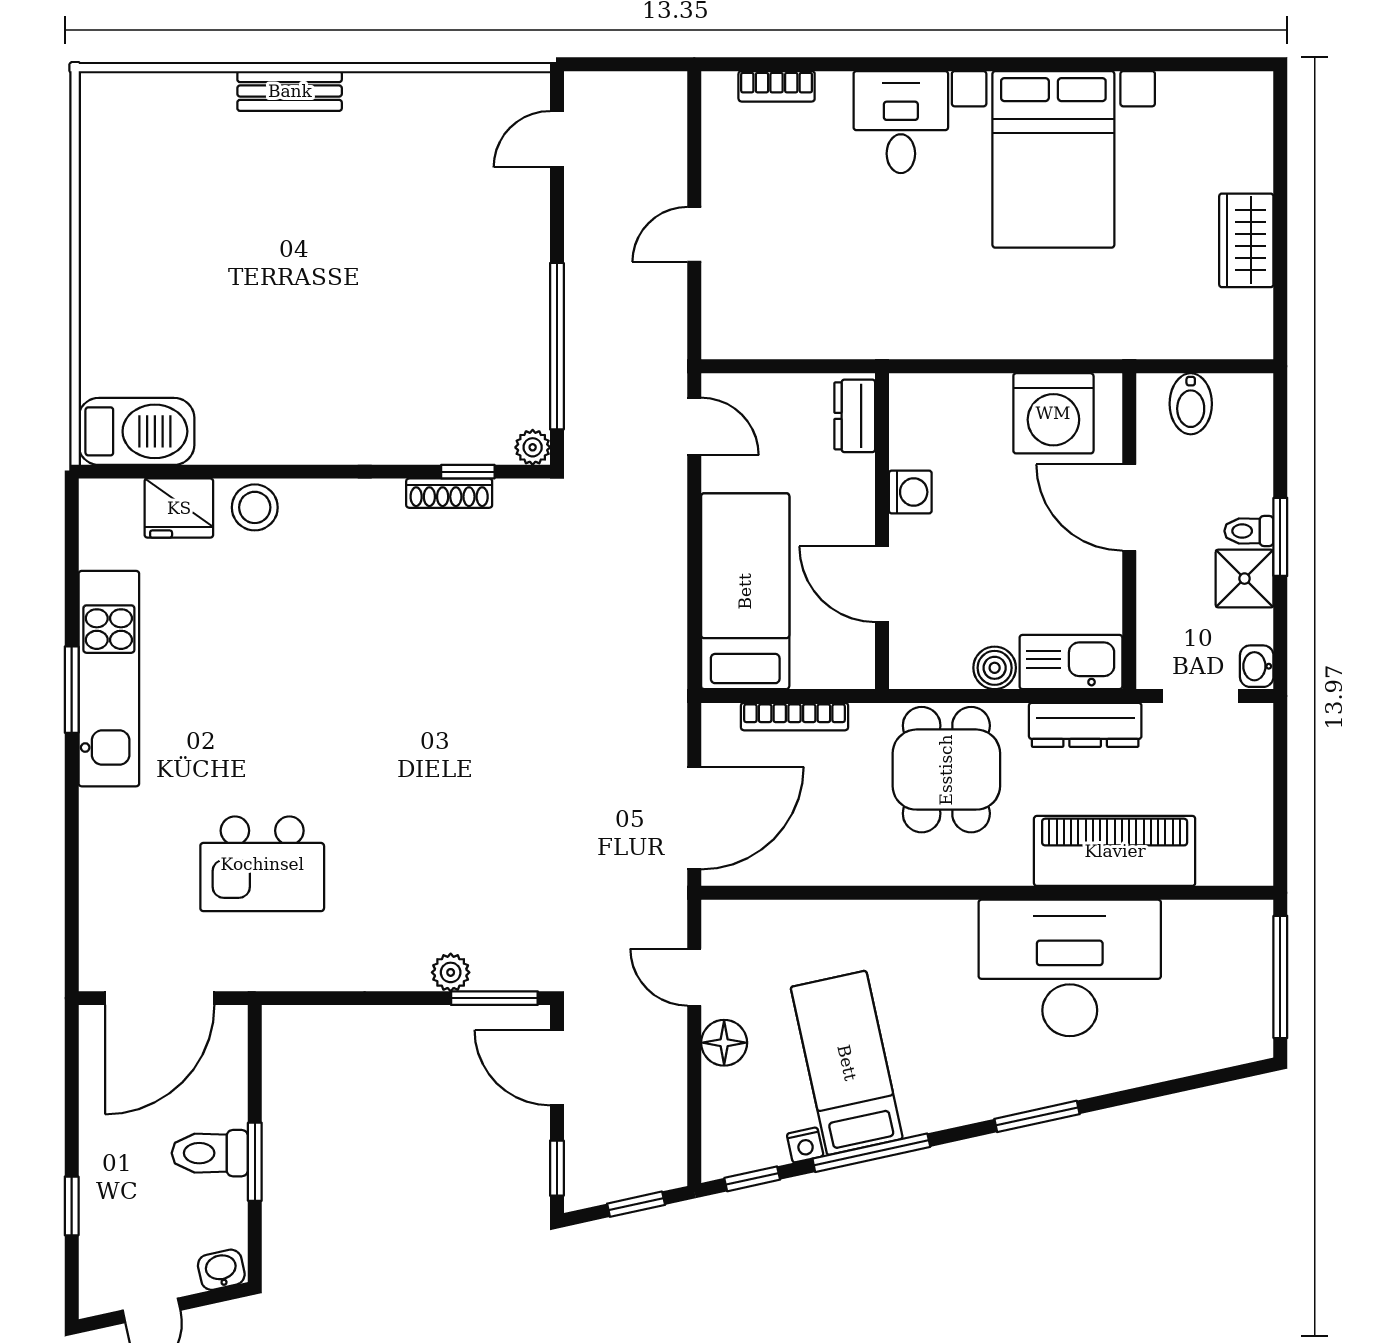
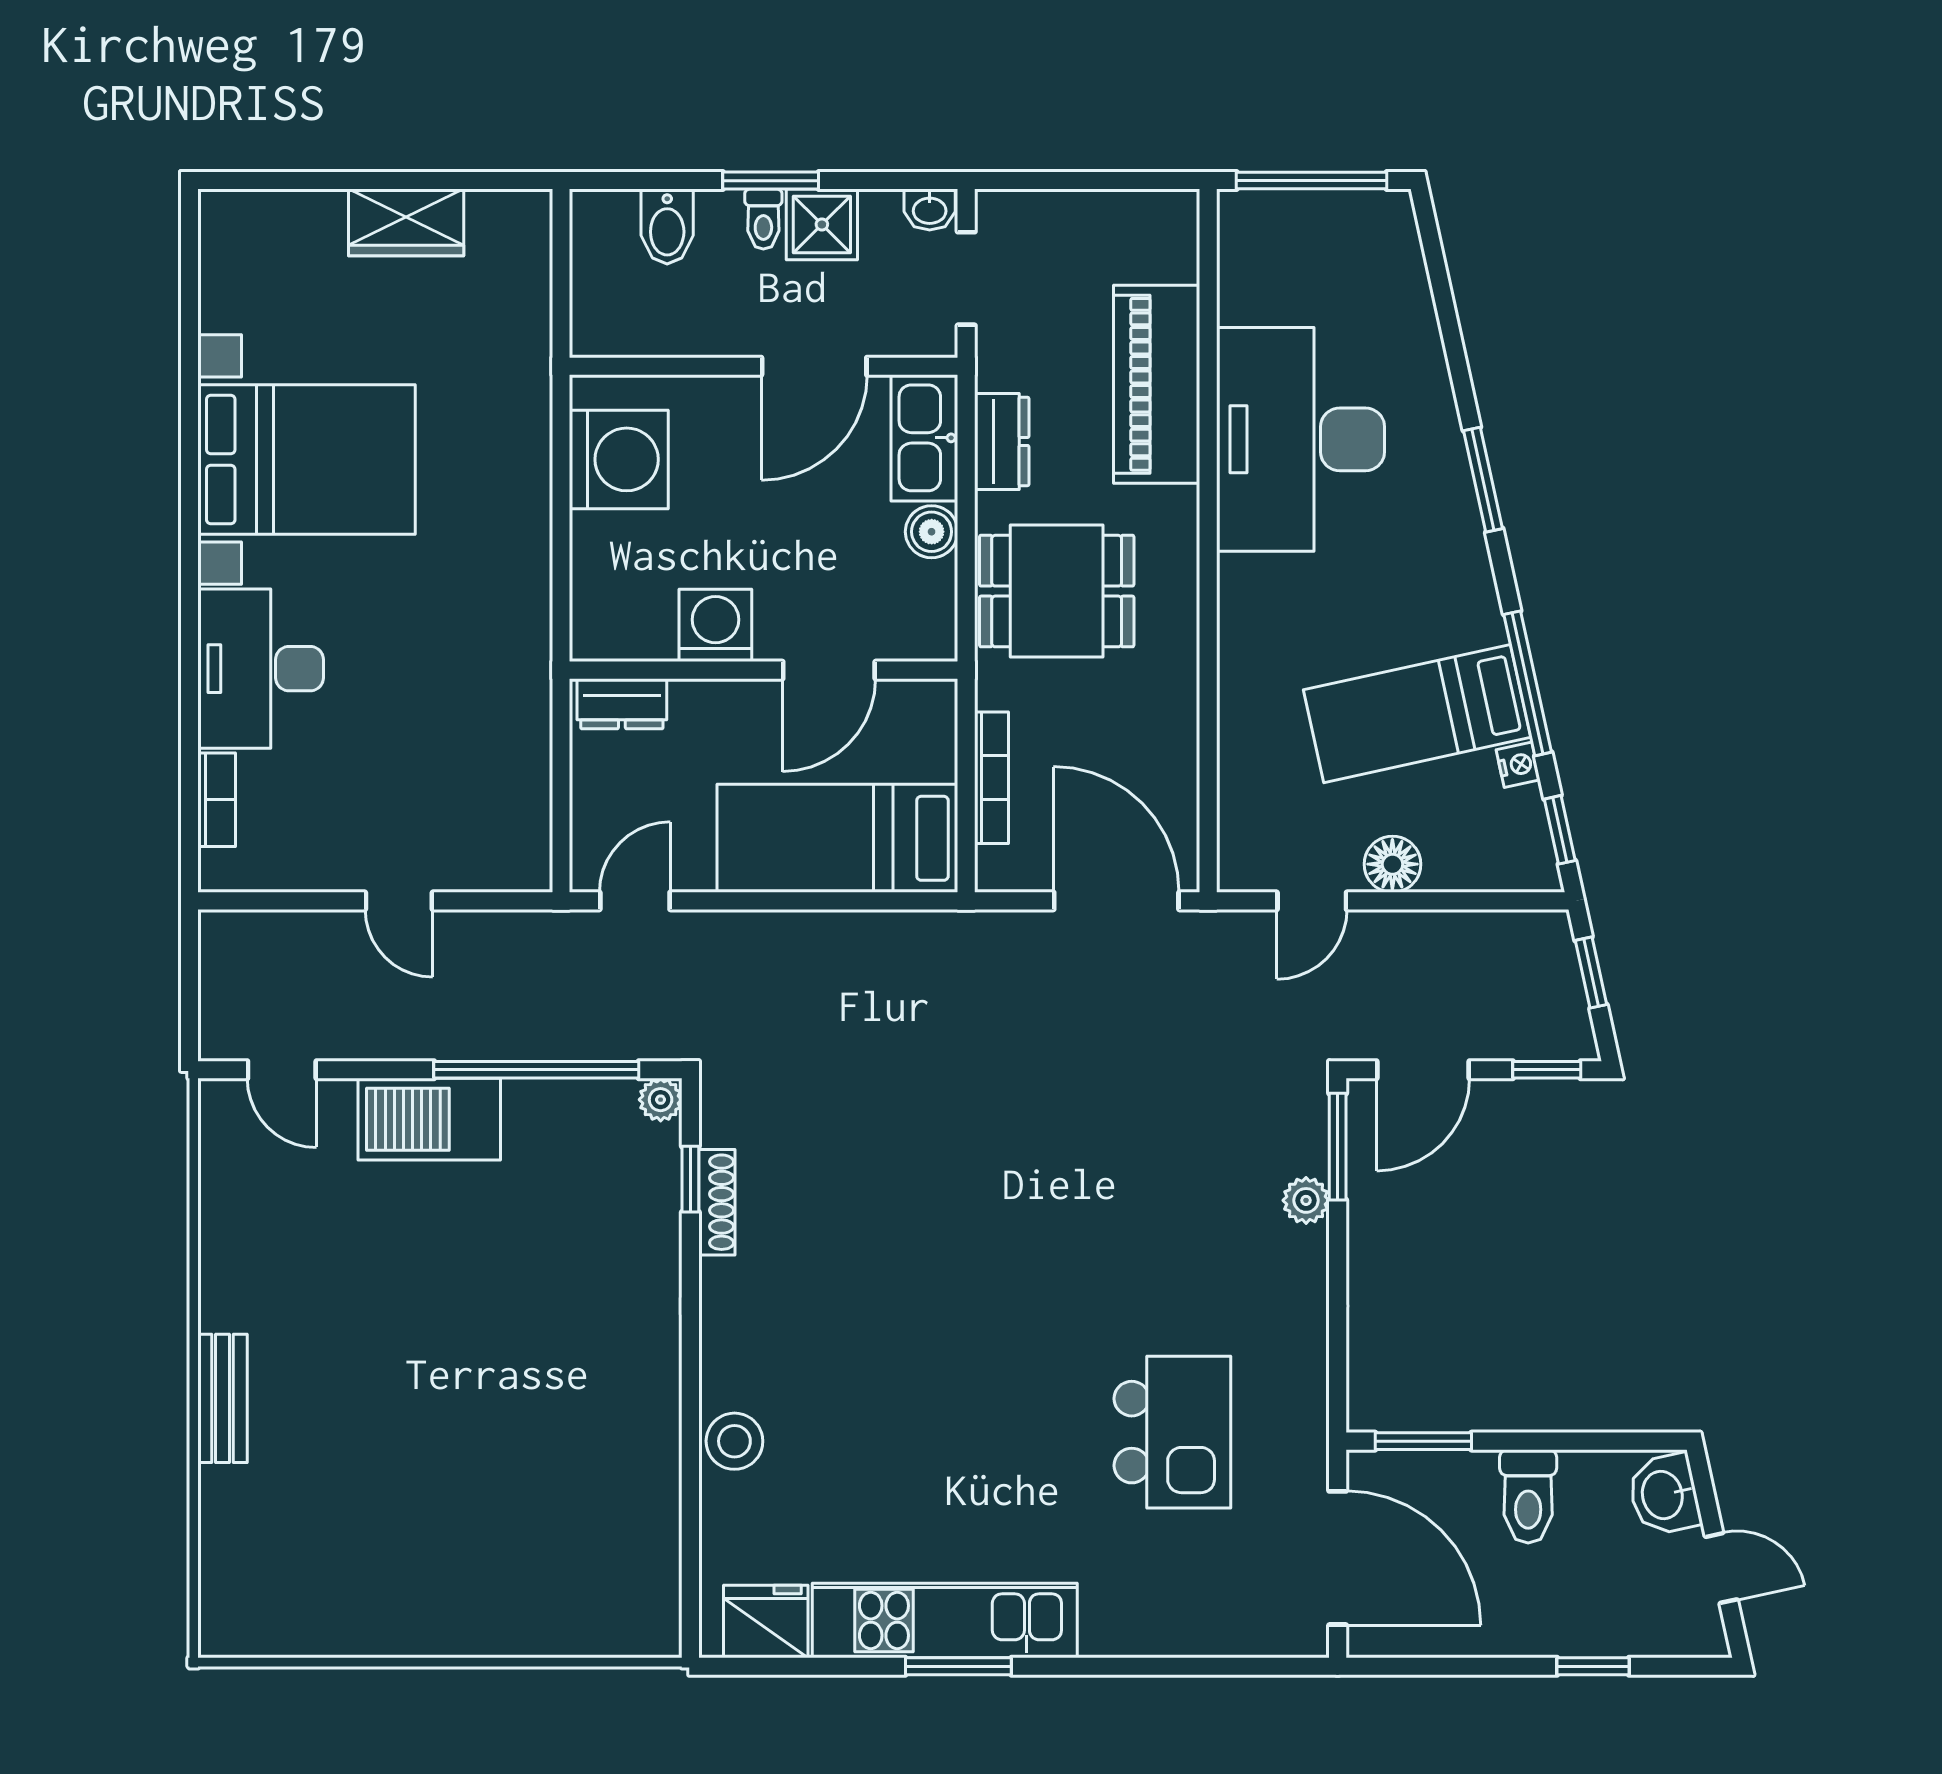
desk: (901, 122) -> (261, 669), width x1.37
bidet: (1191, 404) -> (667, 227), moved, turned 90
barbecue: (136, 431) -> (429, 1119), moved, turned -90
washing machine: (910, 492) -> (715, 625), width x1.38, depth x1.38
fridge: (179, 508) -> (766, 1622), moved, turned -90
door: (1129, 508) -> (814, 366), moved
dresser: (1085, 725) -> (1002, 441), width x0.70
window: (255, 1162) -> (1423, 1441), moved
washbasin: (221, 1270) -> (1664, 1495), width x1.38, depth x1.45

